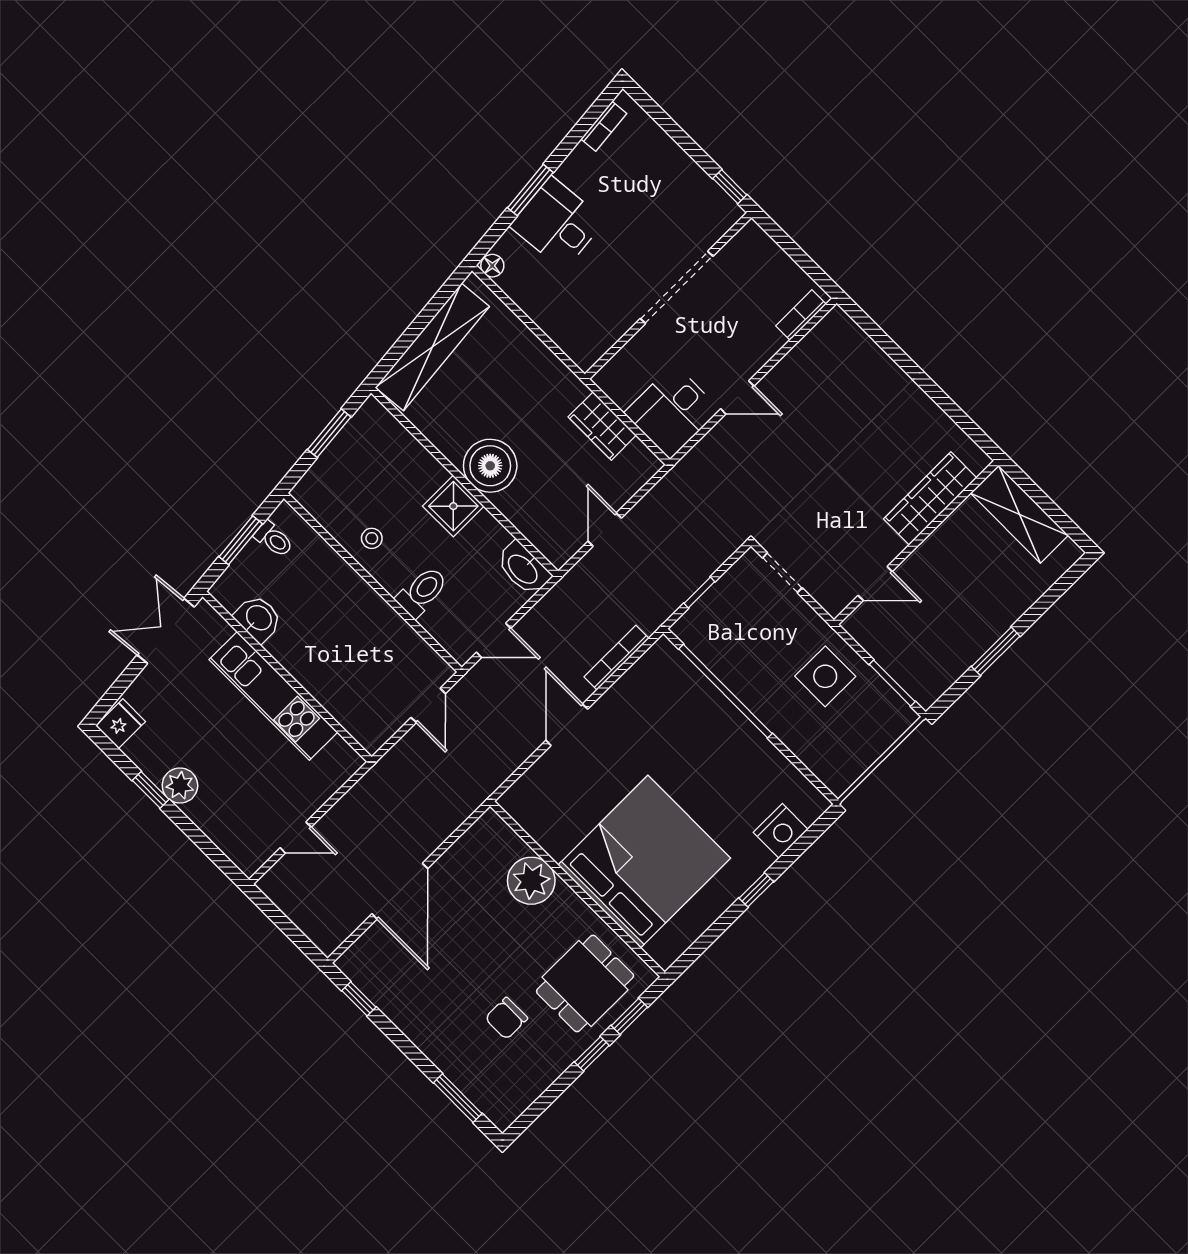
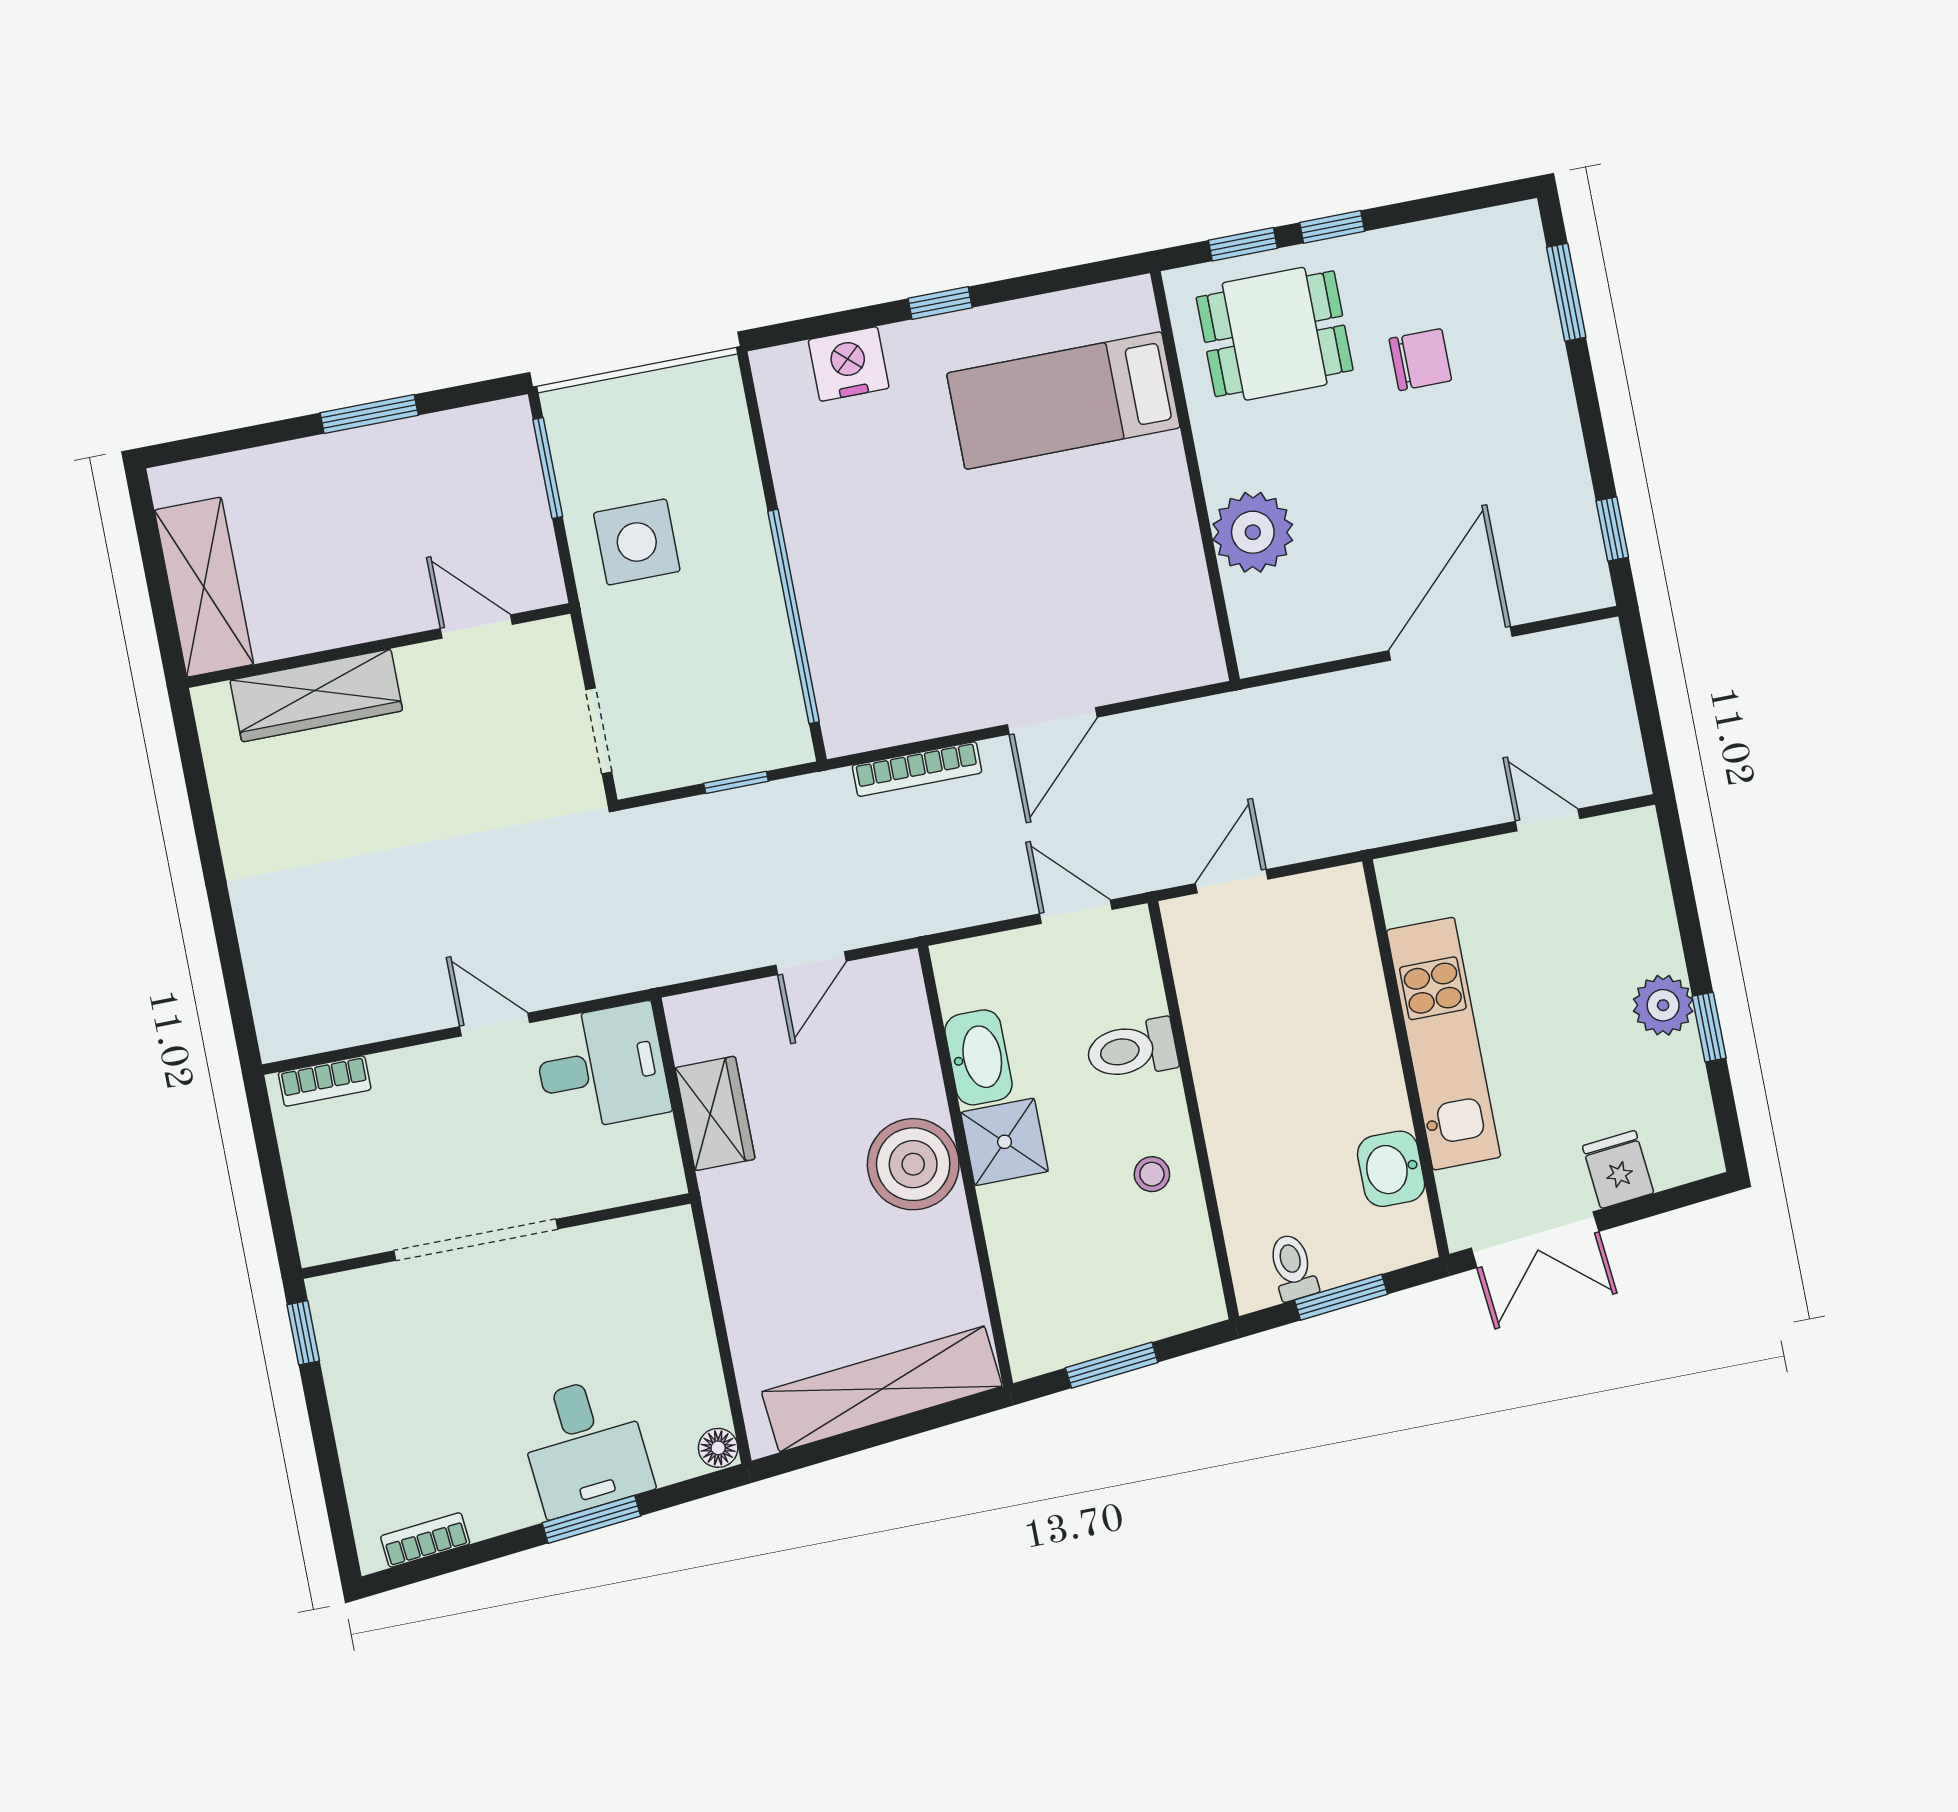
washbasin: (523, 569) -> (978, 1057), moved
fridge: (121, 724) -> (1618, 1169), moved, turned 84
bed: (644, 862) -> (1063, 401), width x0.49

